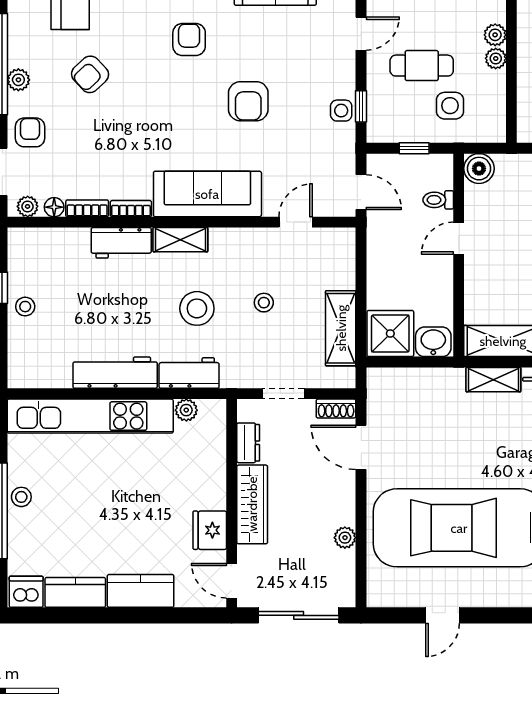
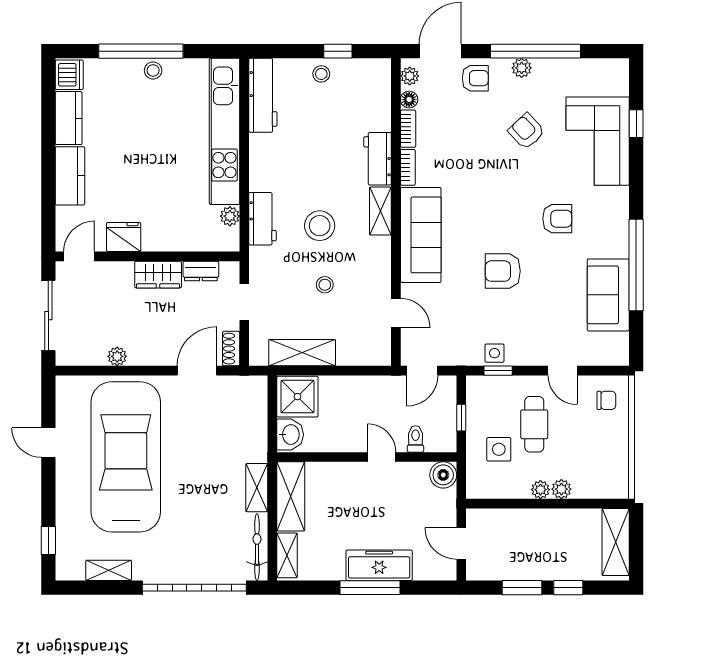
workbench: (115, 373) -> (263, 95), moved
wardrobe: (252, 504) -> (158, 275), width x0.67

